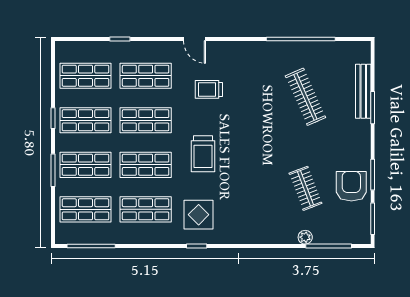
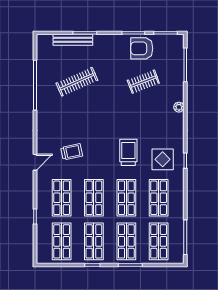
trolley: (209, 89) -> (72, 152), turned -102
trolley: (203, 154) -> (128, 152), moved, turned -90
plant: (305, 237) -> (179, 107), moved

